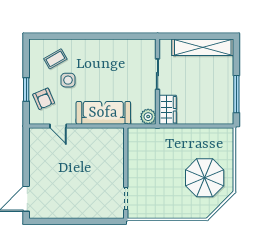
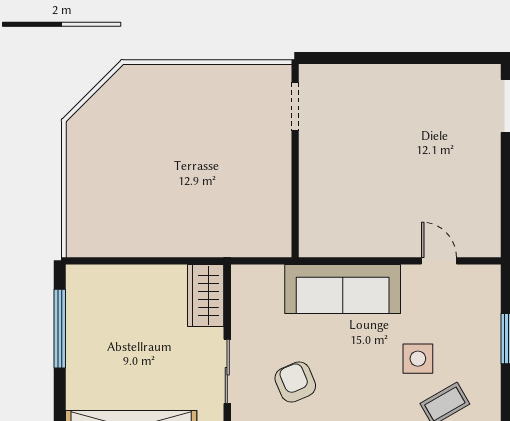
armchair: (44, 99) -> (295, 382), moved
plant: (148, 117) -> (247, 281), removed
parasol: (205, 178) -> (127, 151), removed

